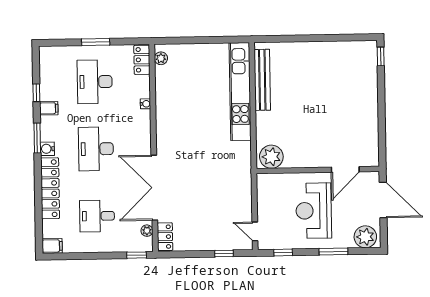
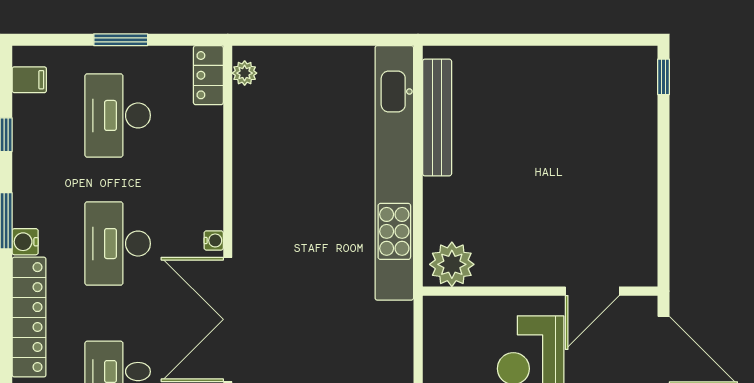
kitchen unit: (240, 92) -> (394, 173), width x1.36
water cooler: (145, 104) -> (214, 240), moved
filing cabinet: (49, 108) -> (29, 80), moved

